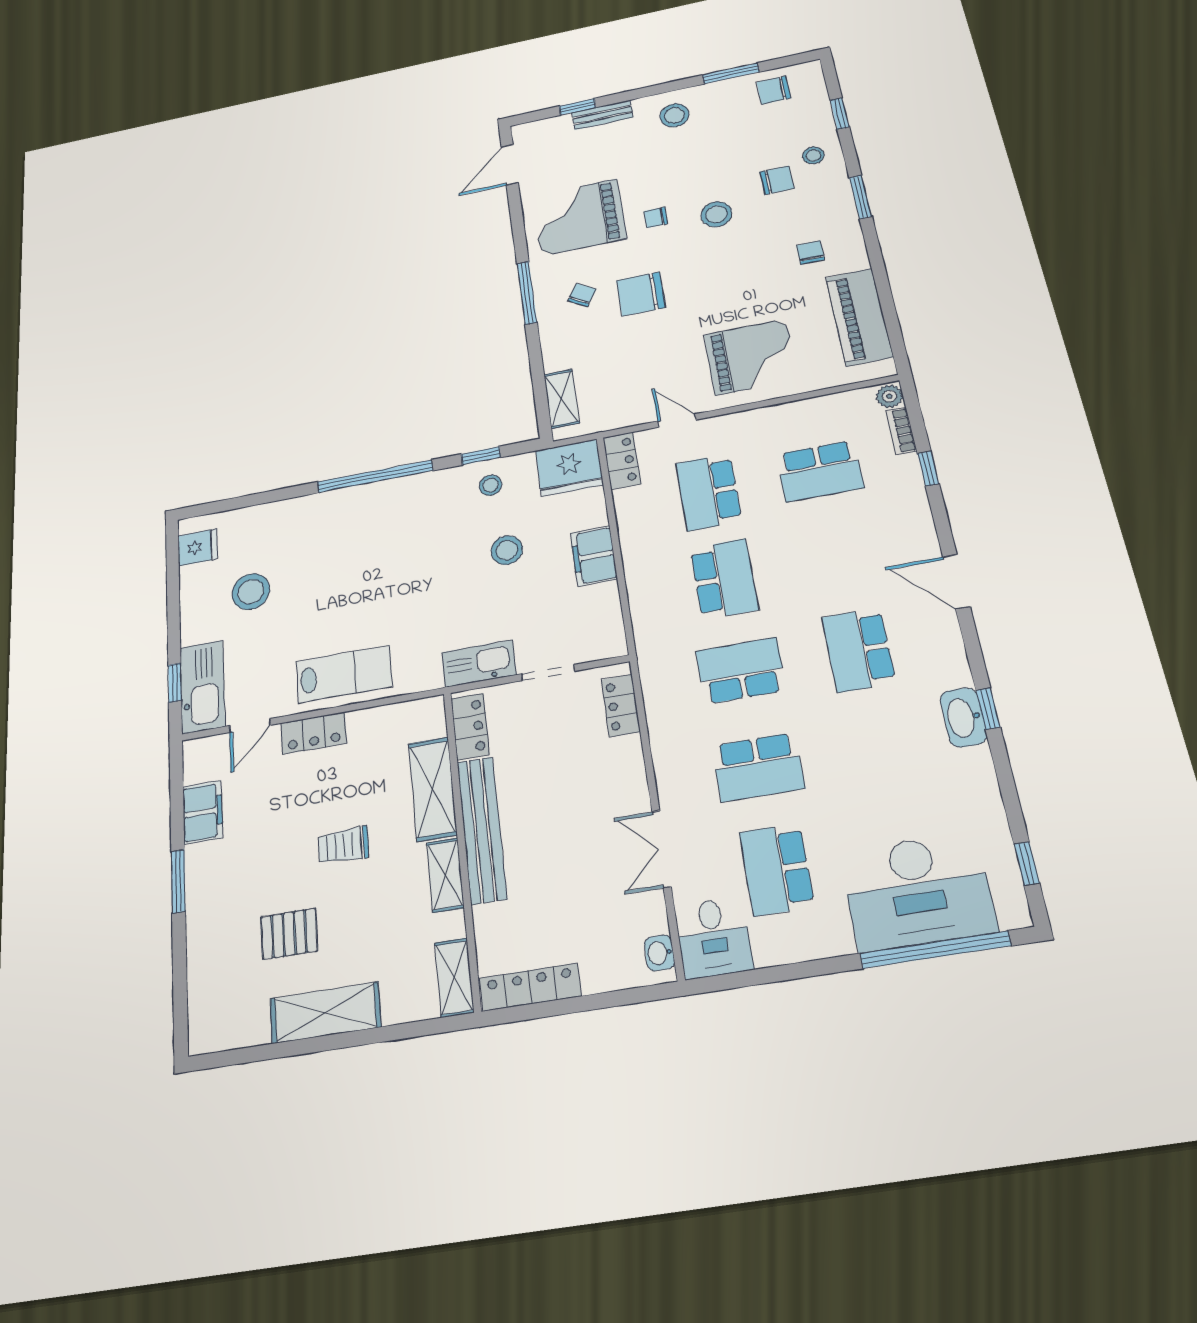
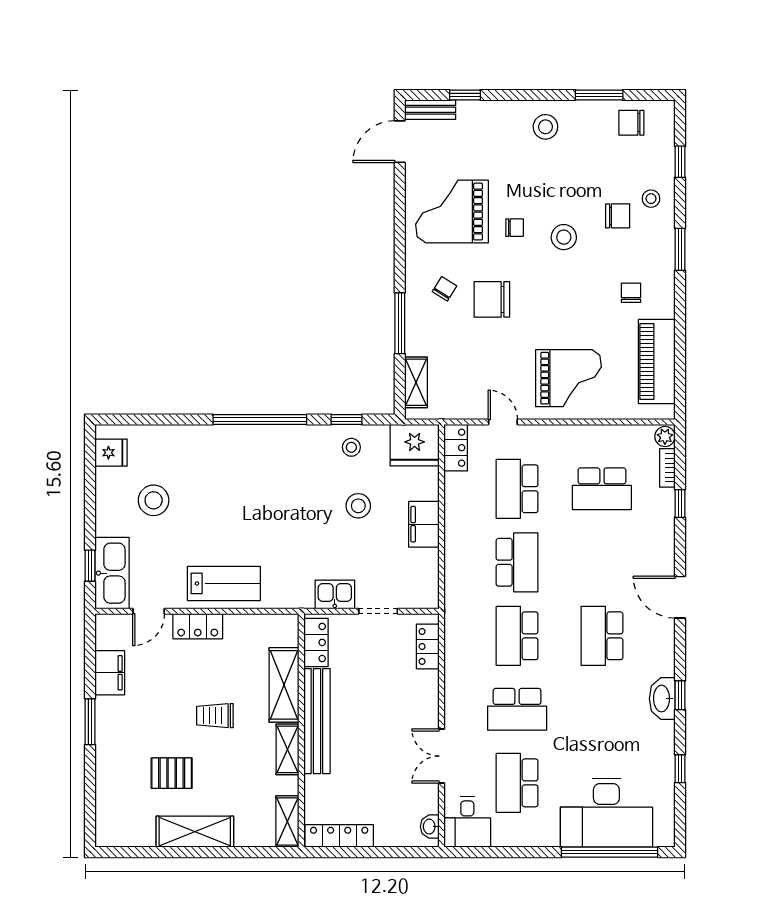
bench: (602, 115) -> (430, 110), moved
chair: (656, 217) -> (515, 228), turned 180
window: (527, 293) -> (400, 323), moved
kitchen sink: (479, 664) -> (335, 594), width x0.73
school desk: (741, 671) -> (517, 636), turned -90
window: (1027, 864) -> (680, 769), moved

